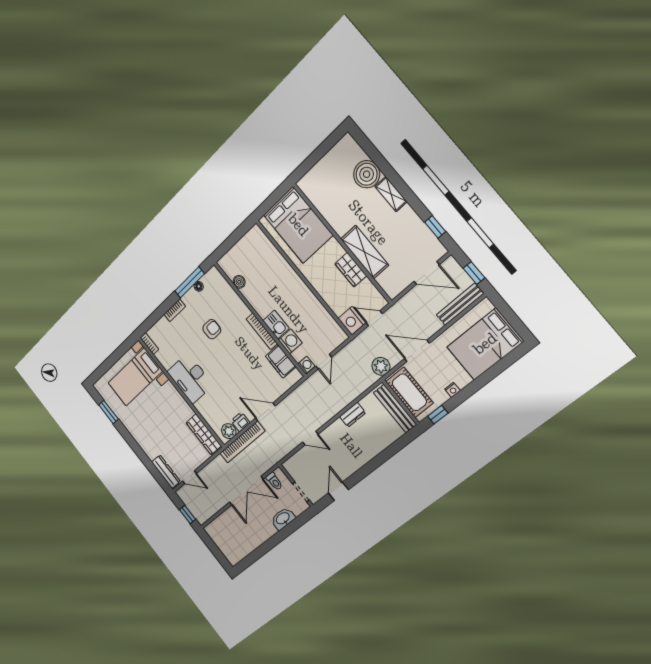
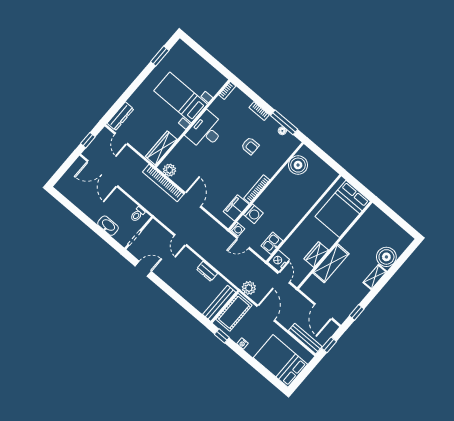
boiler: (239, 282) -> (298, 165), width x1.86, depth x1.86
kitchen sink: (276, 324) -> (272, 243), moved, turned 180
bed with nightstands: (135, 377) -> (181, 98), moved
printer: (240, 422) -> (180, 179), removed
double door: (246, 491) -> (102, 174), moved

